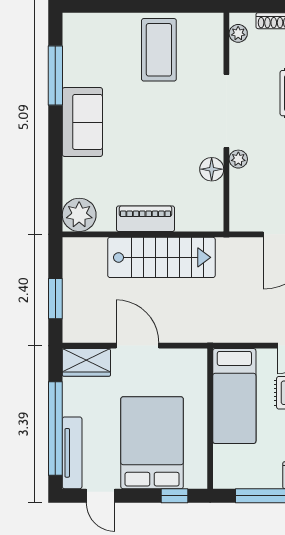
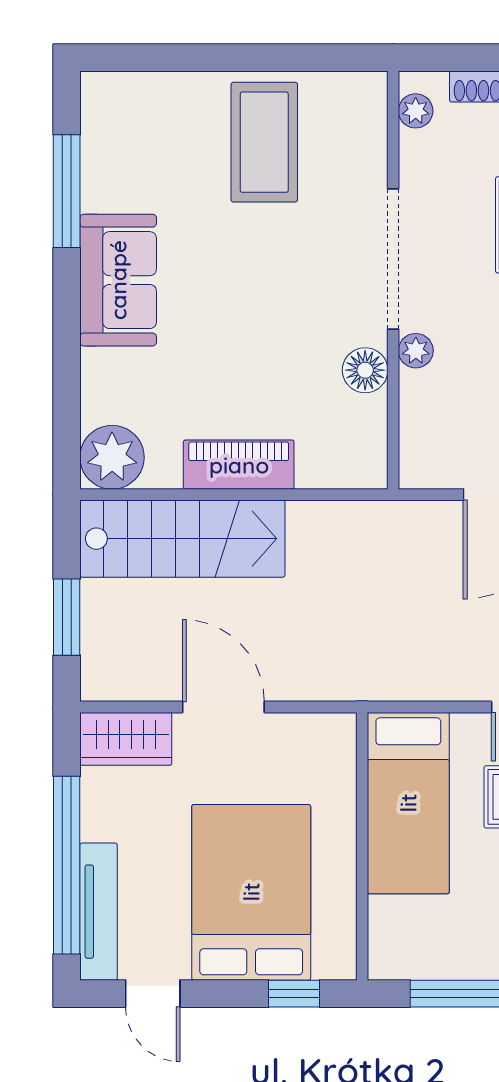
stairs: (161, 257) -> (182, 539), moved

